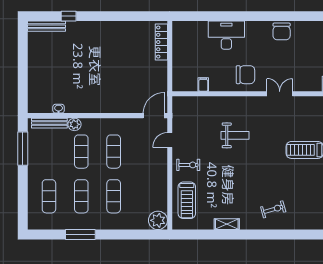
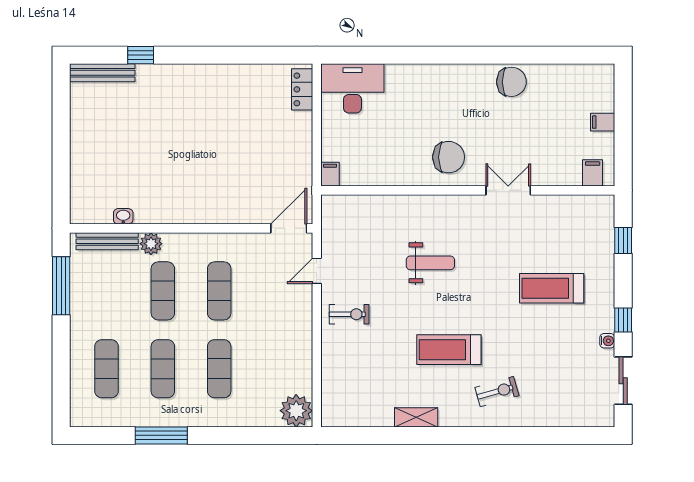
chair: (282, 31) -> (511, 82), turned -90
desk: (226, 35) -> (352, 88), moved
locker: (161, 42) -> (302, 89), width x0.66
filing cabinet: (203, 84) -> (330, 174), moved
treadmill: (187, 200) -> (449, 350), moved, turned 90

